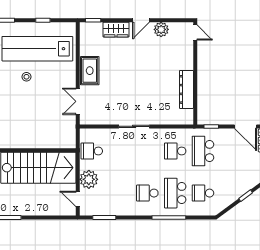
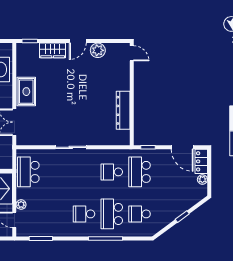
school desk: (92, 151) -> (28, 172), width x1.85
plant: (89, 179) -> (21, 205), width x0.53, depth x0.53

